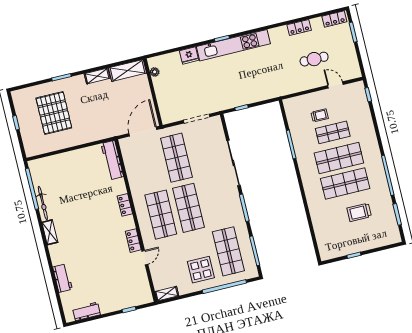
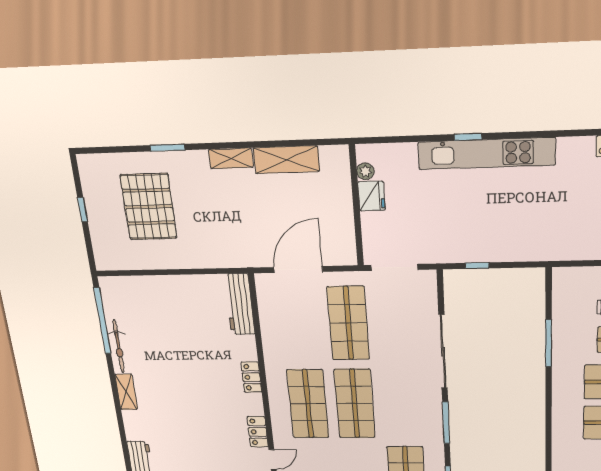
fridge: (189, 55) -> (371, 196), moved, turned -90
plant: (155, 72) -> (365, 171), moved
wall: (153, 92) -> (356, 206), moved

